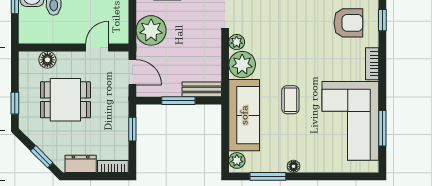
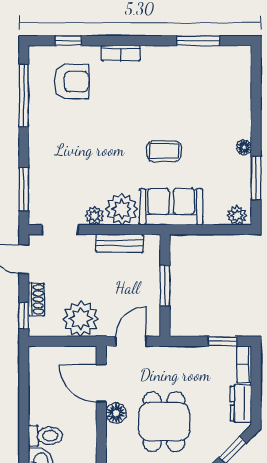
armchair: (348, 23) -> (72, 82), turned 90
door: (97, 48) -> (101, 383), width x1.38
floor lamp: (47, 60) -> (116, 413), moved
bench: (202, 89) -> (119, 243), moved, turned 90
sofa: (244, 115) -> (171, 207), width x0.73
corner sofa: (350, 121) -> (189, 79), removed
window: (132, 129) -> (223, 341), moved

